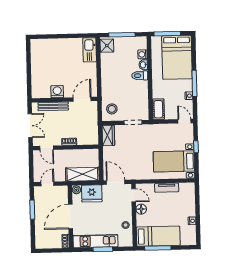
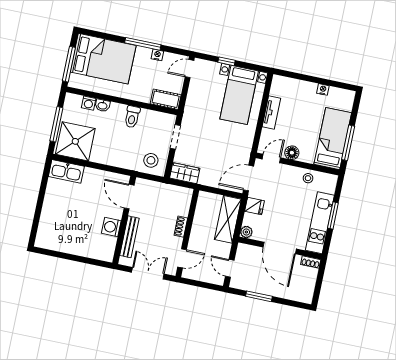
shower: (107, 46) -> (75, 141), width x1.86, depth x1.86
toilet: (140, 76) -> (132, 117), moved
fridge: (92, 193) -> (254, 206), width x0.53, depth x0.75

